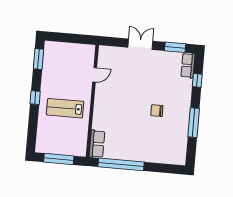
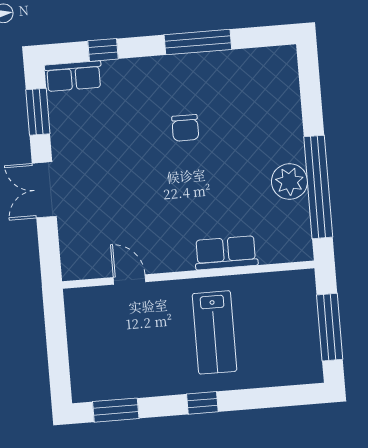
row of seats: (97, 144) -> (226, 253), moved
plant: (126, 152) -> (289, 182), added

